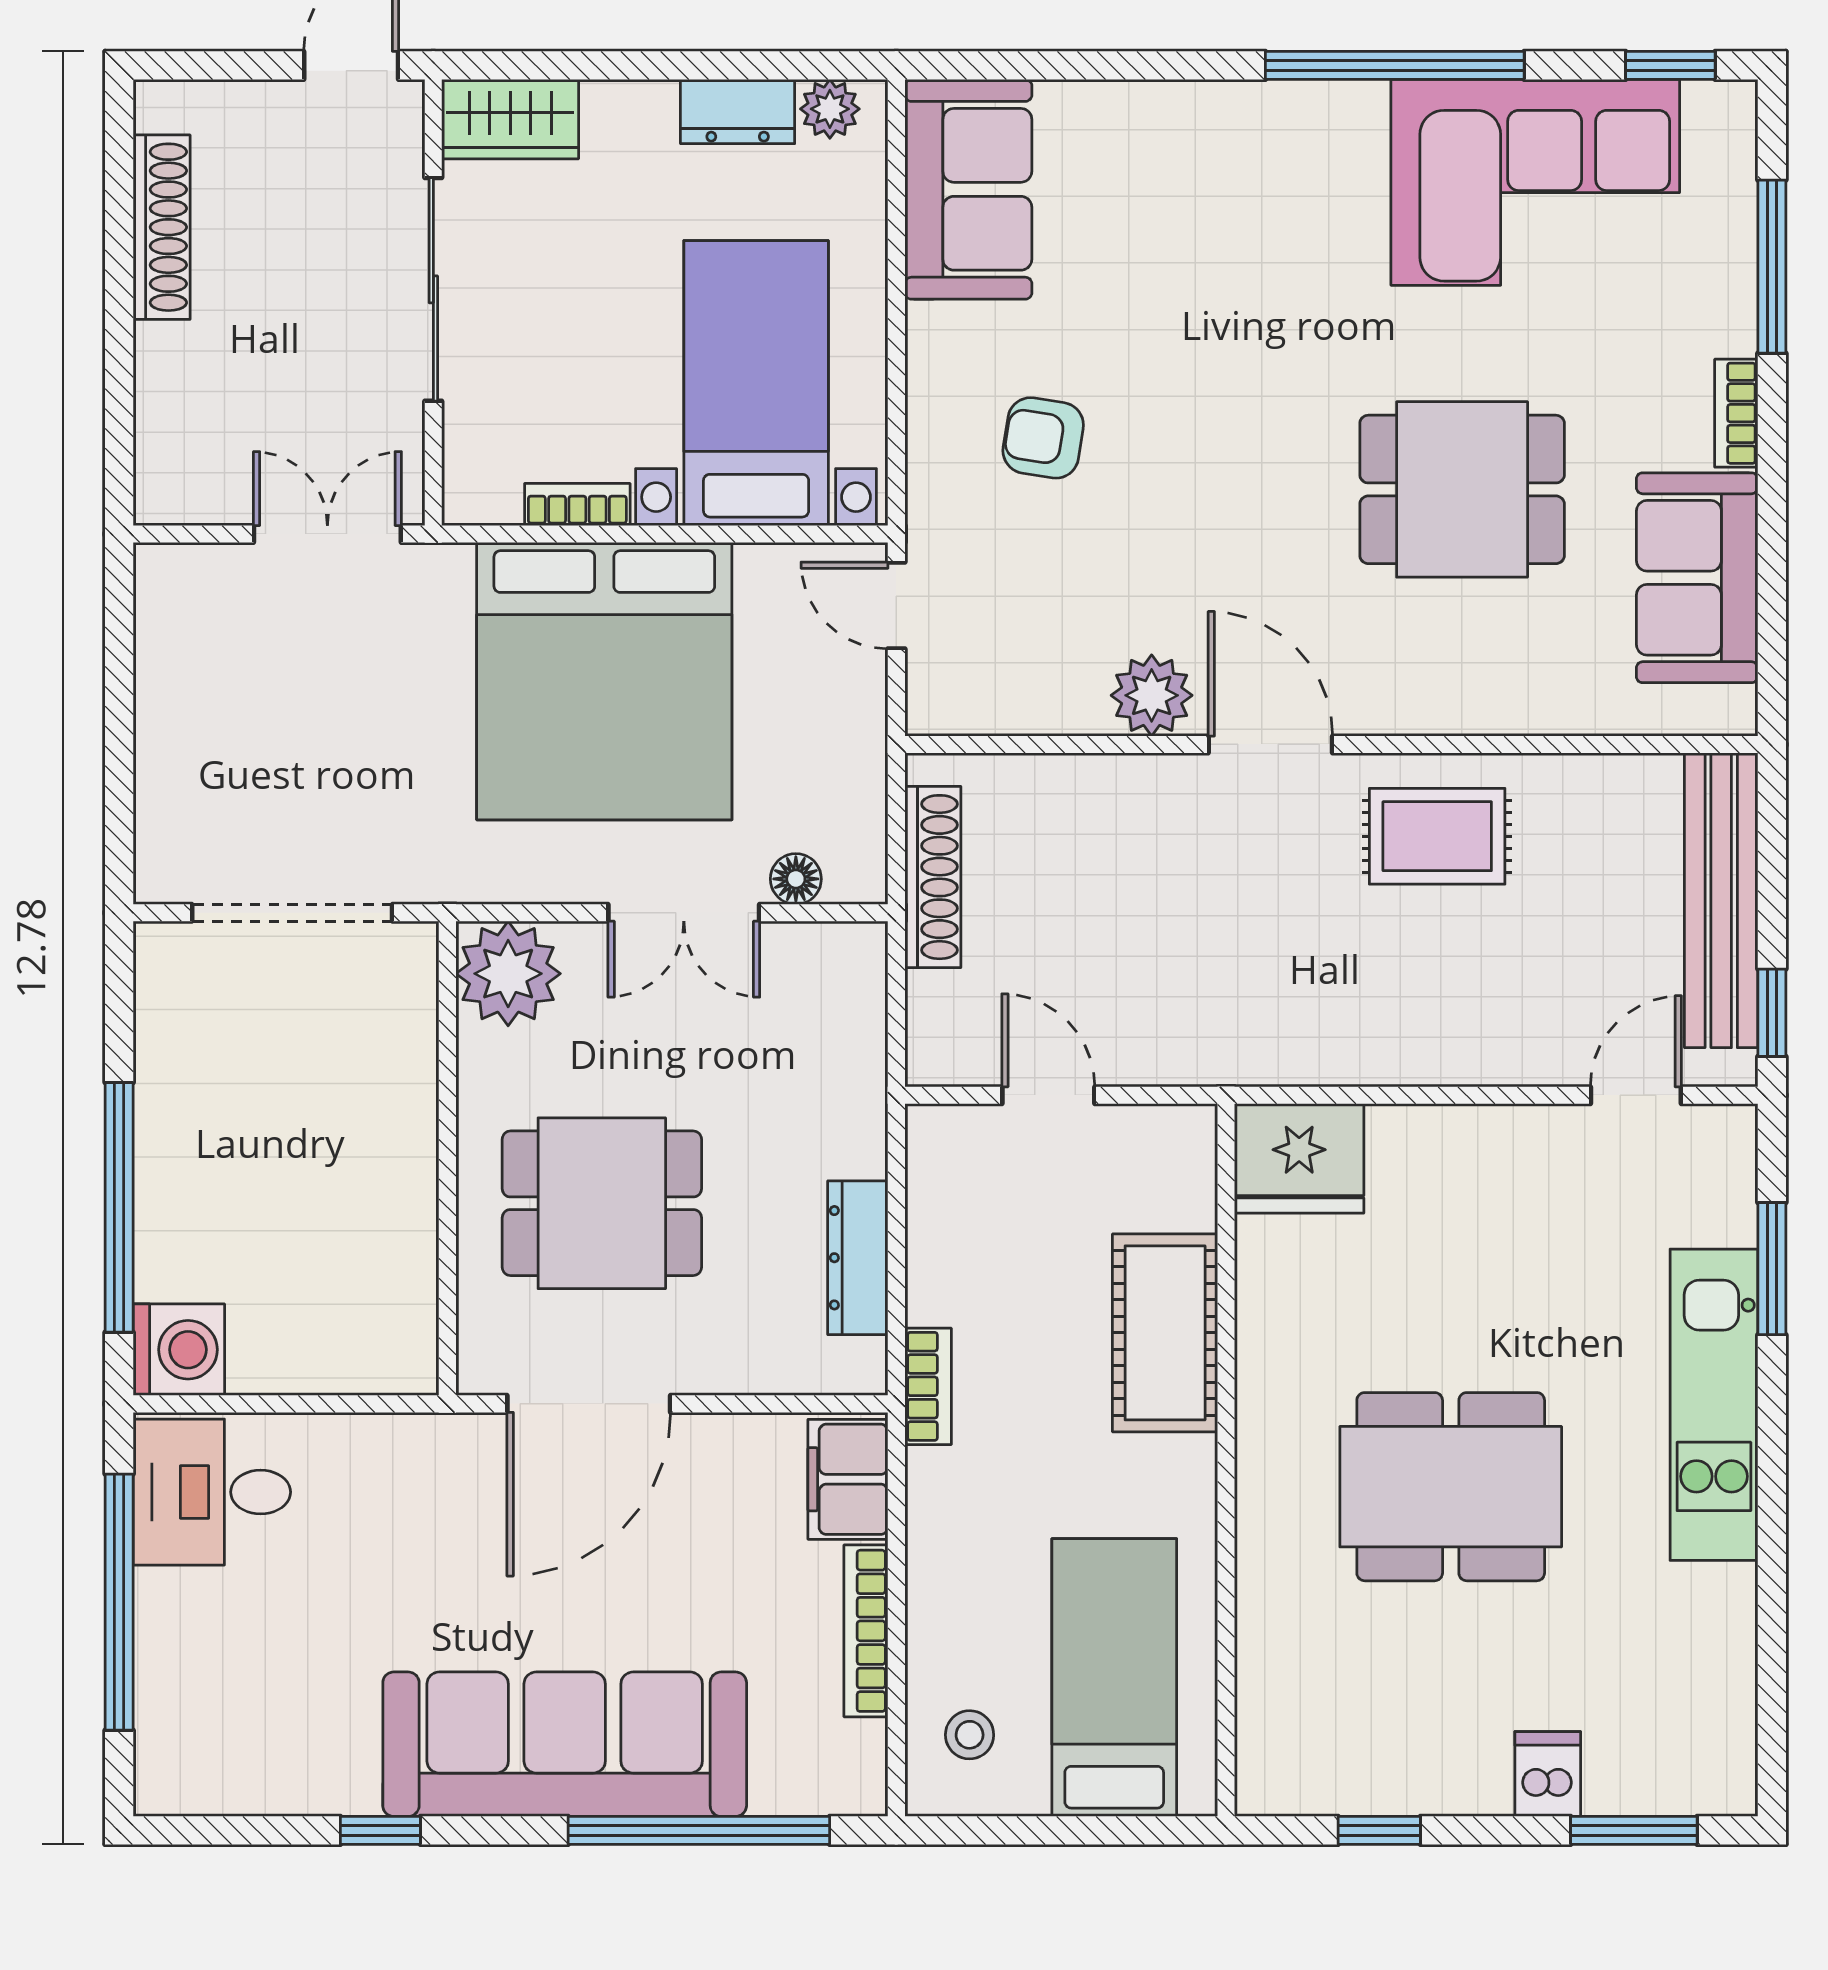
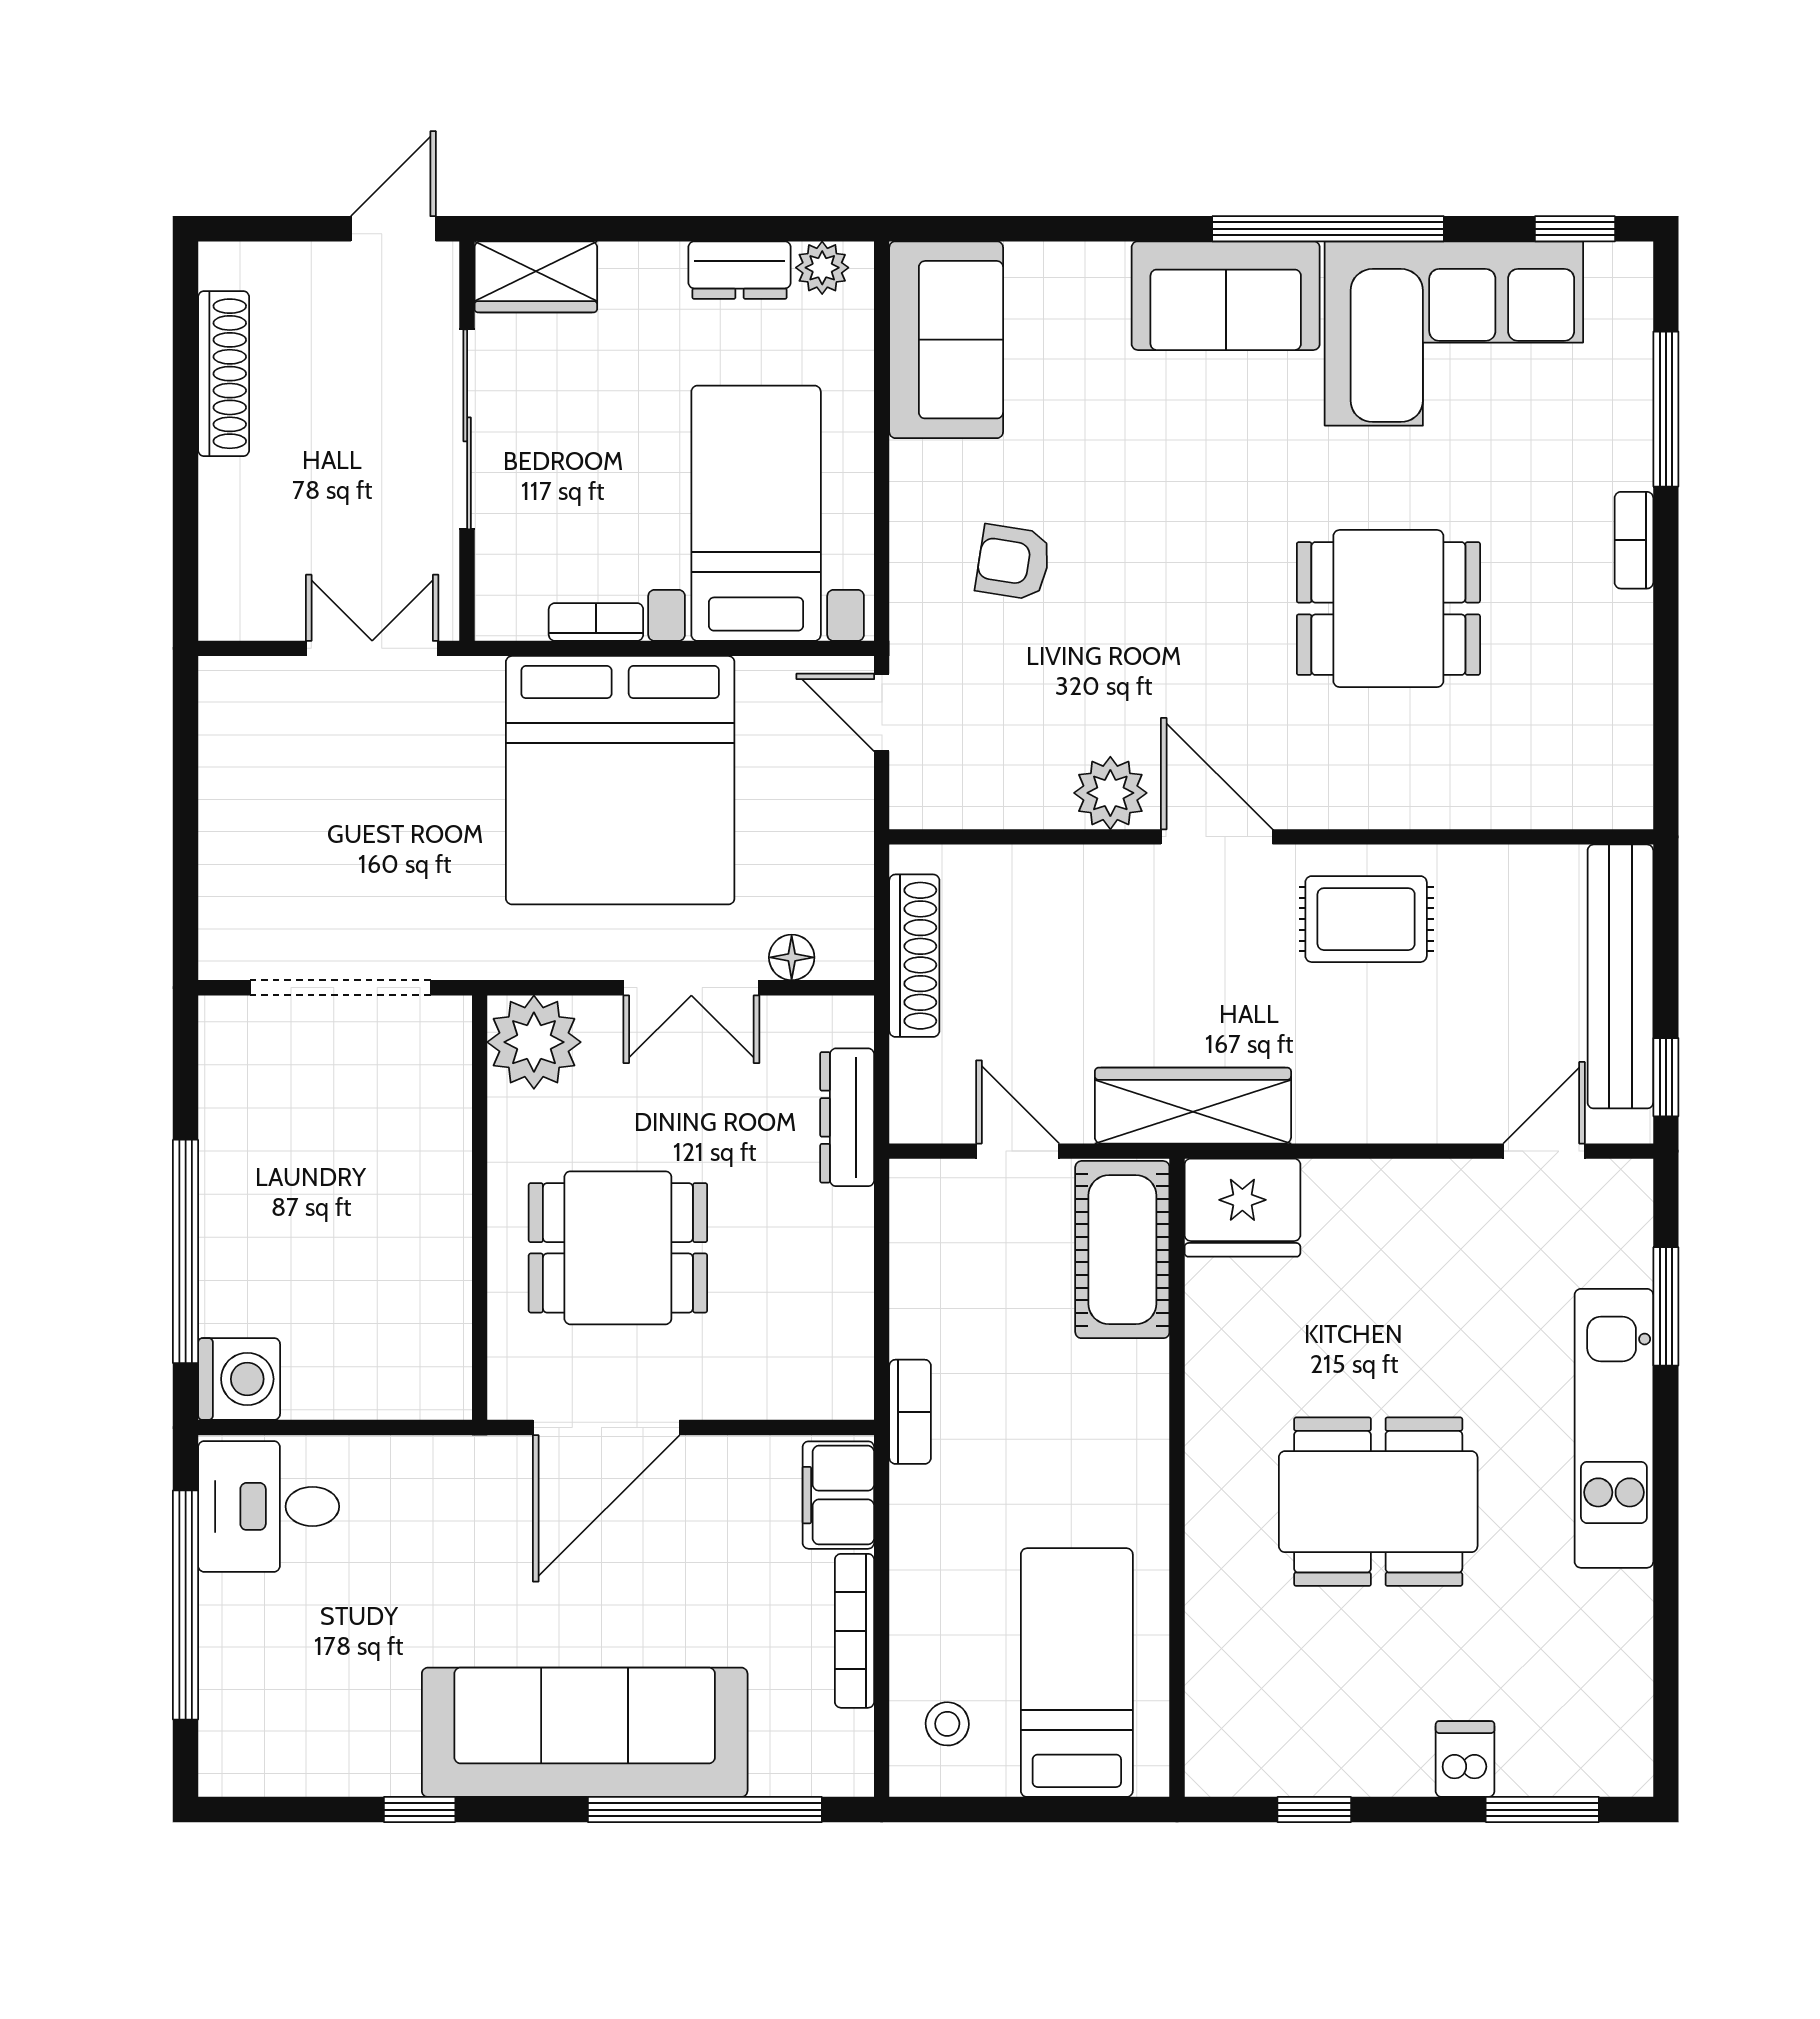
sofa: (1697, 578) -> (1226, 296), moved, turned -90
wardrobe: (1244, 1044) -> (1193, 1106), added
dresser: (858, 1258) -> (847, 1117), moved
cot: (1165, 1333) -> (1122, 1250), moved

